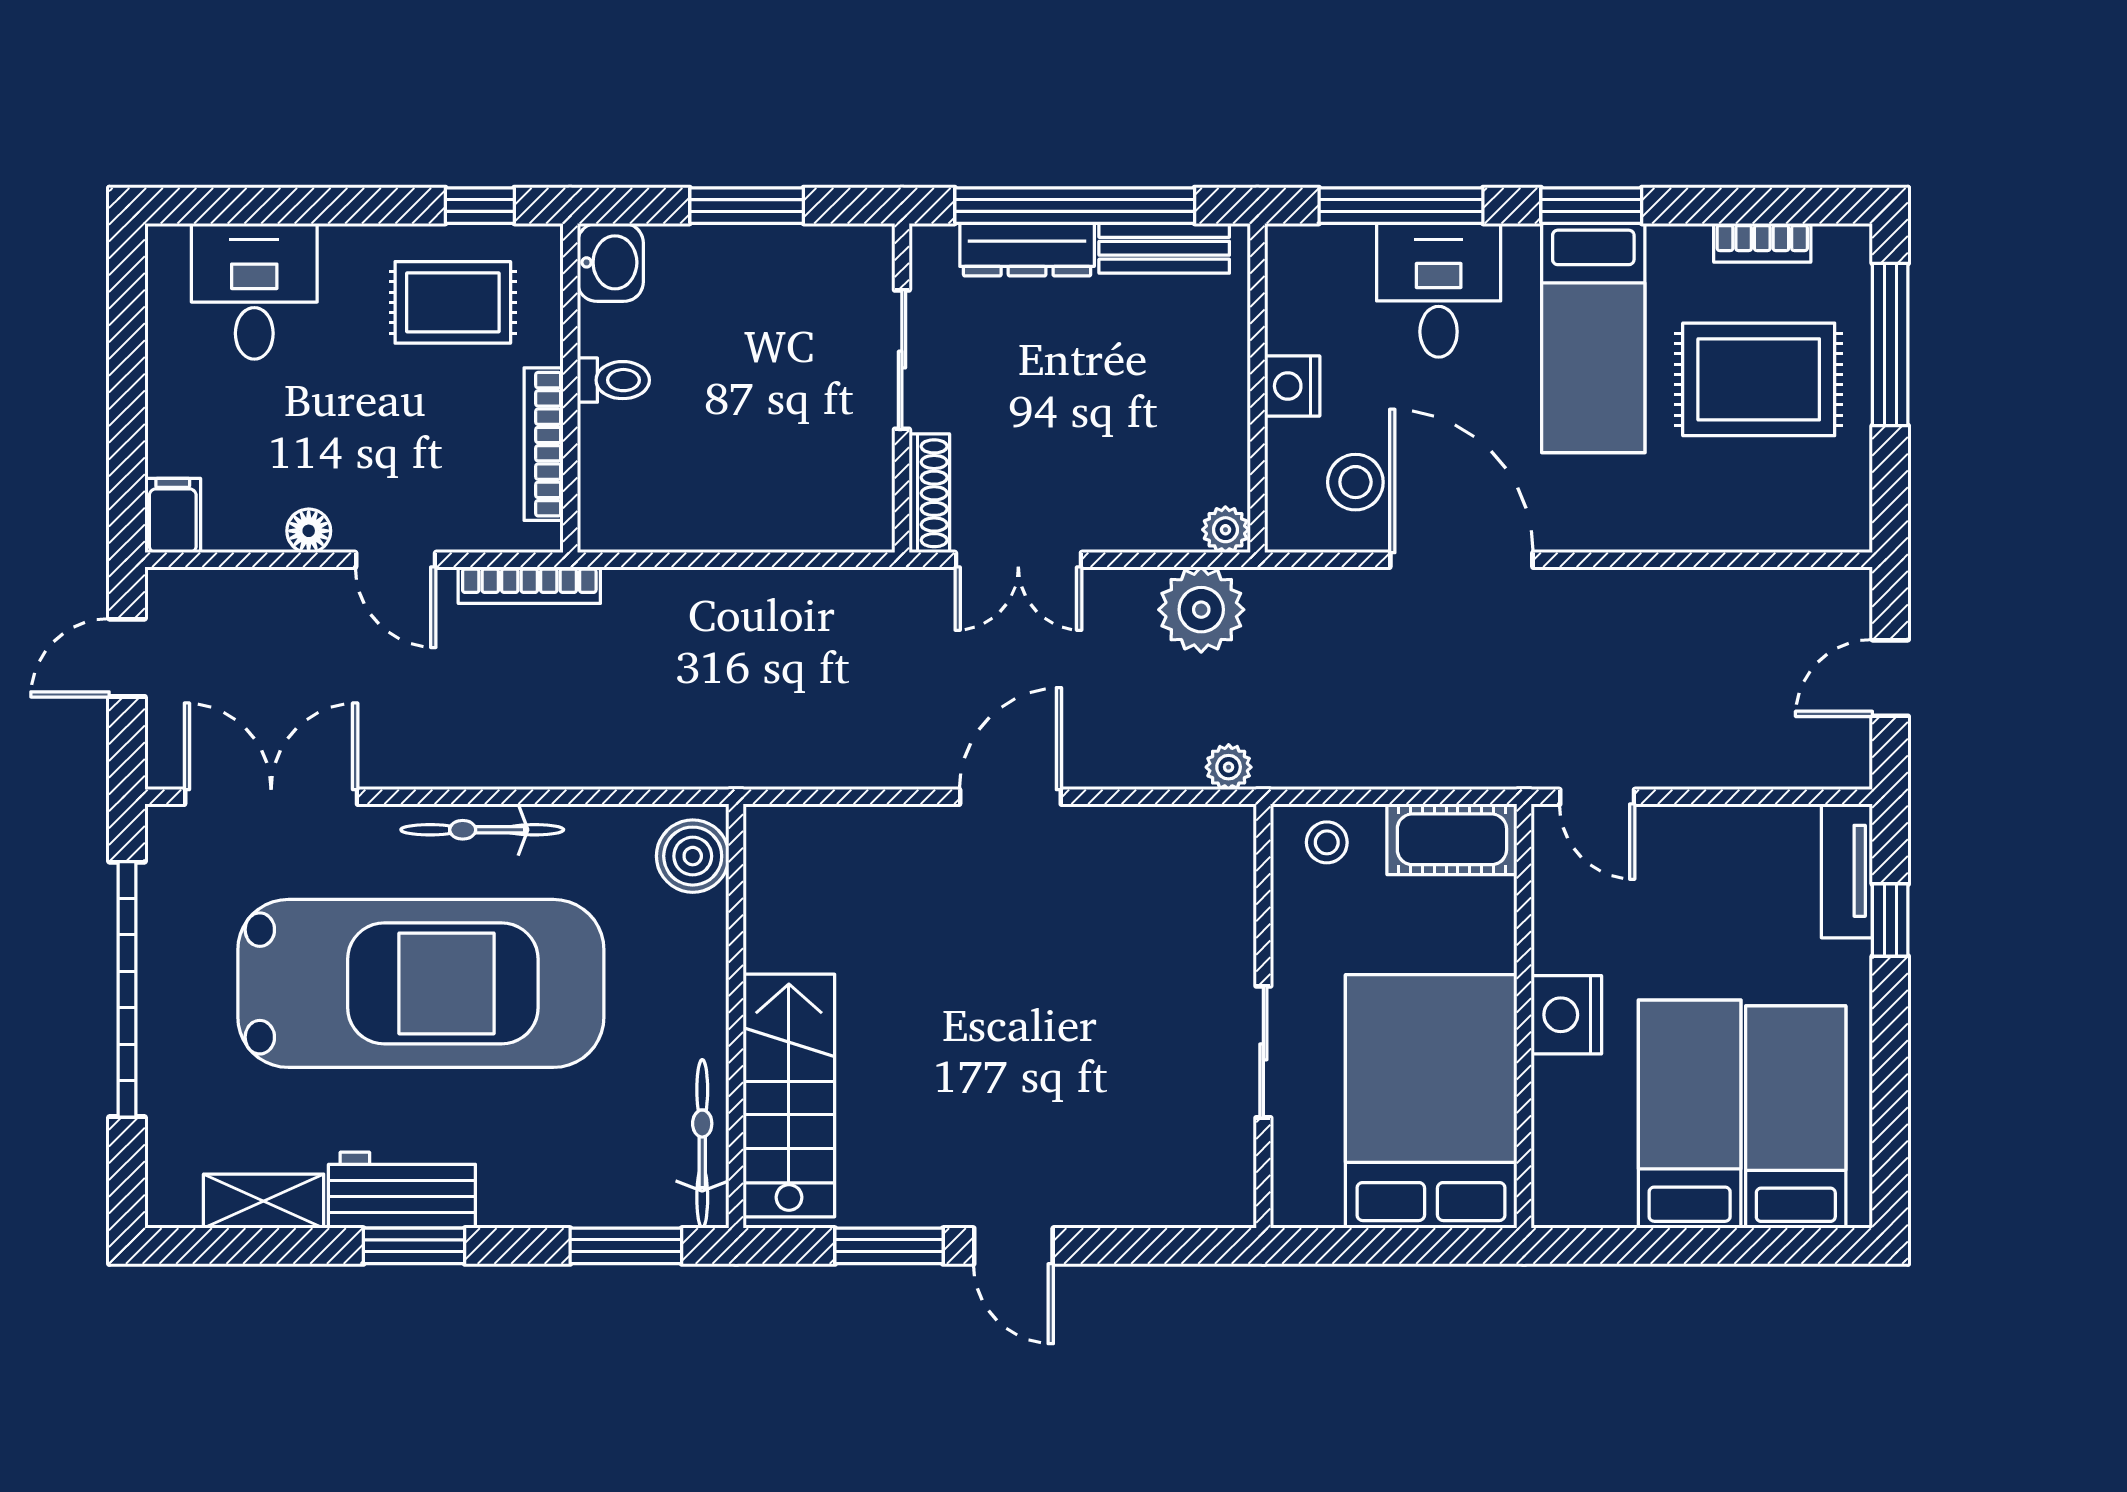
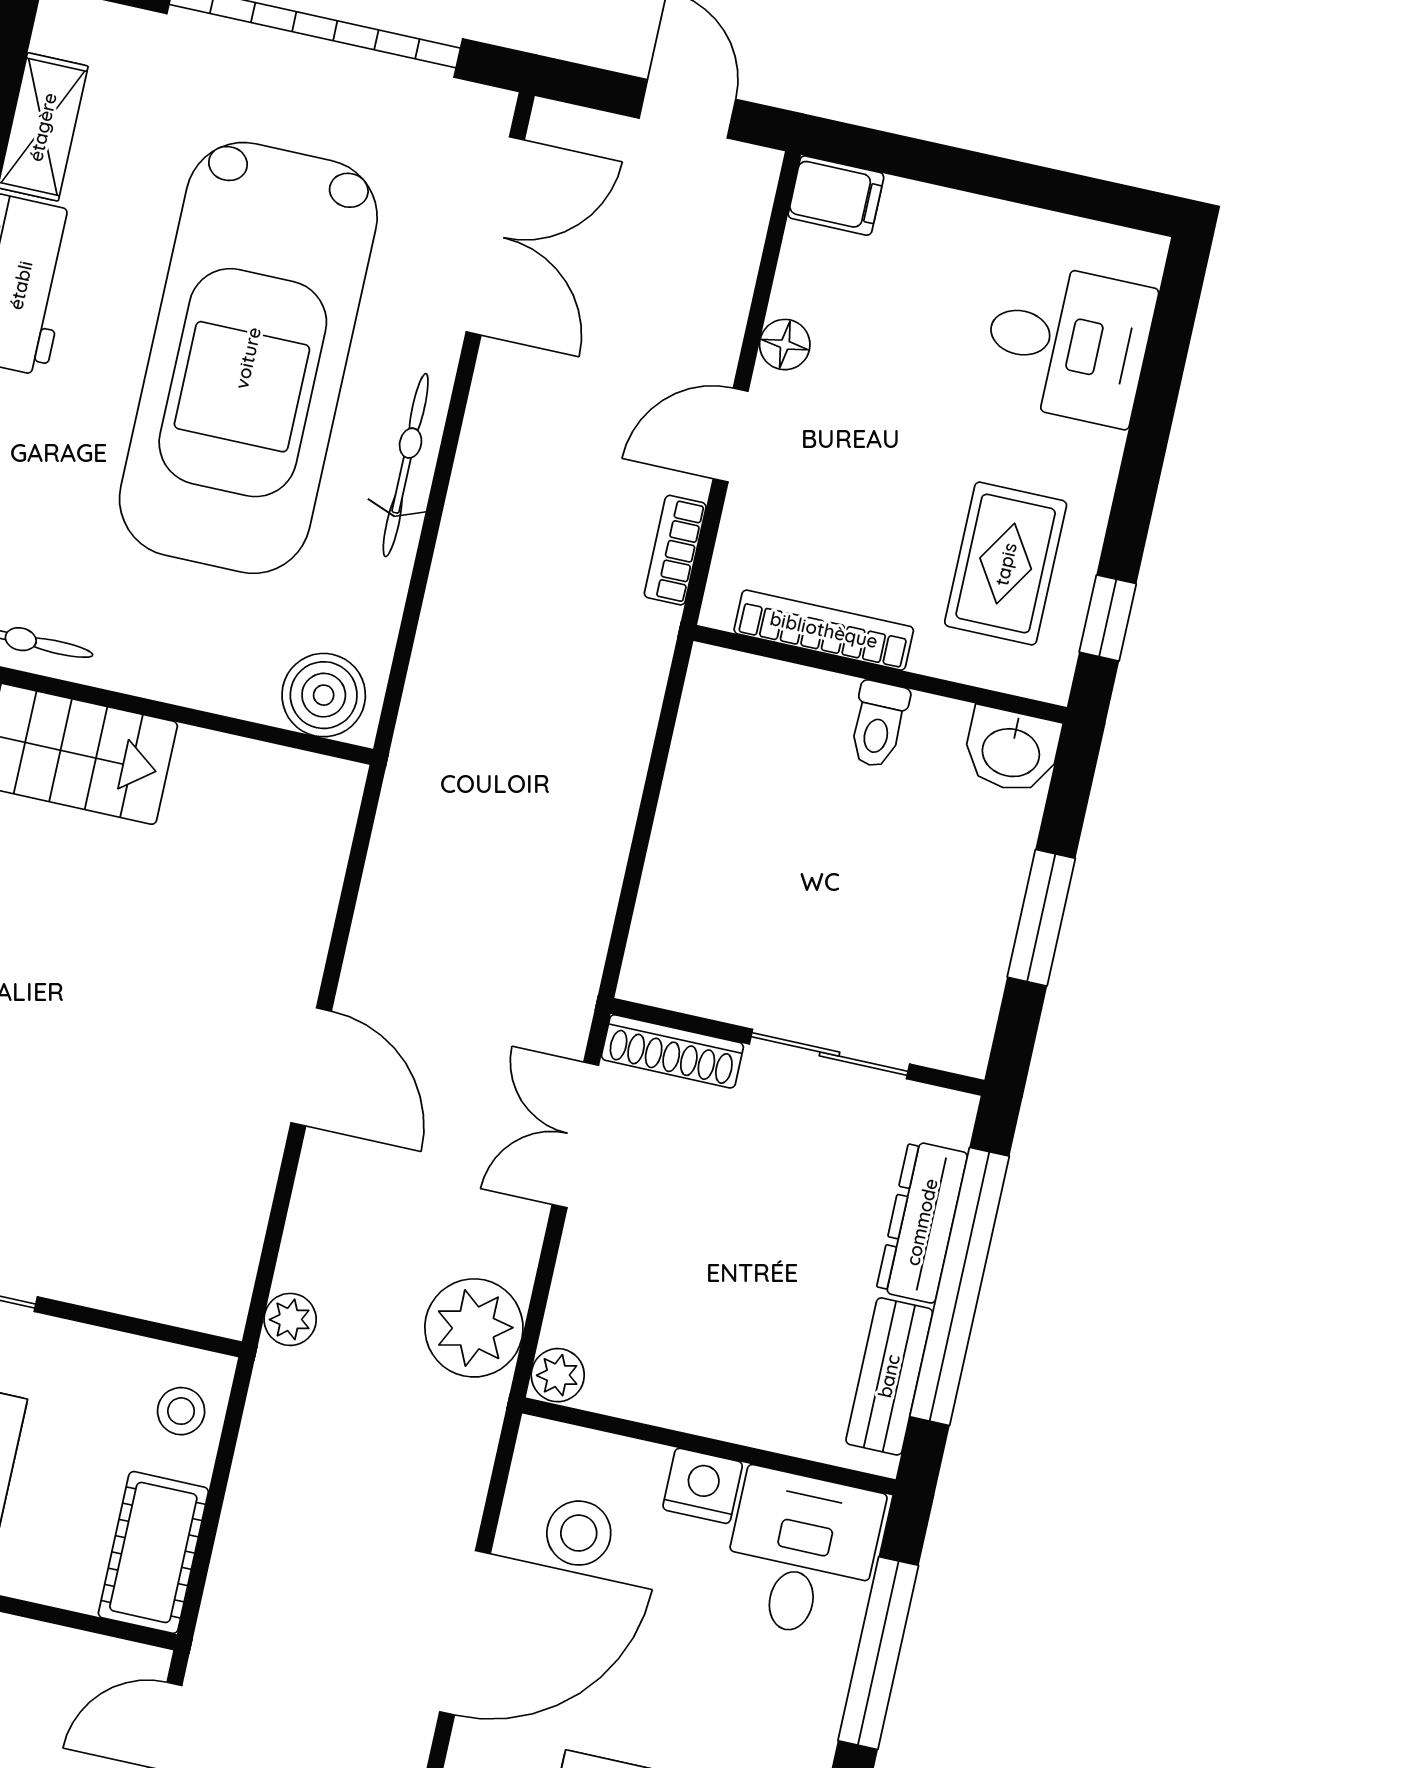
desk: (1439, 290) -> (802, 1554), moved, turned -90
bookcase: (529, 585) -> (675, 550), width x0.64

